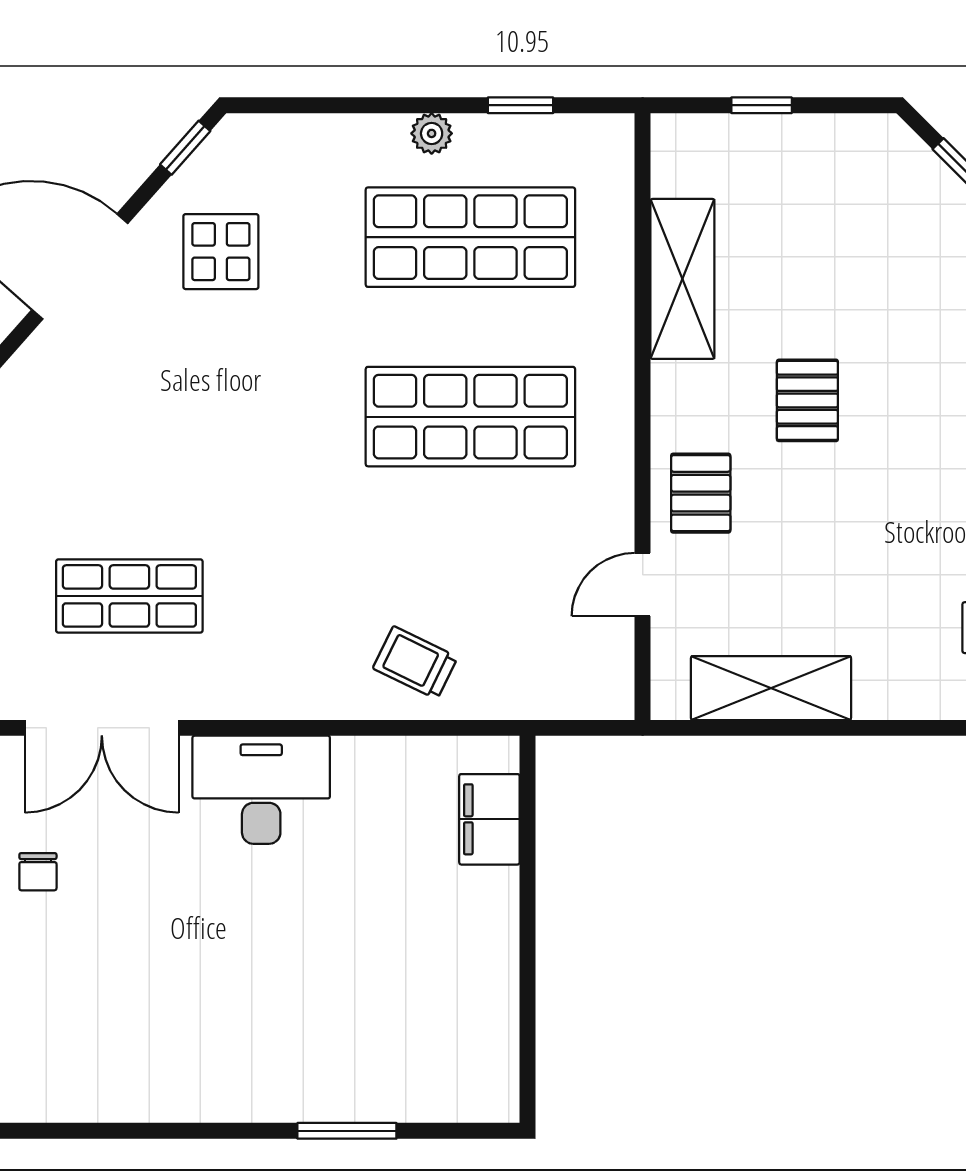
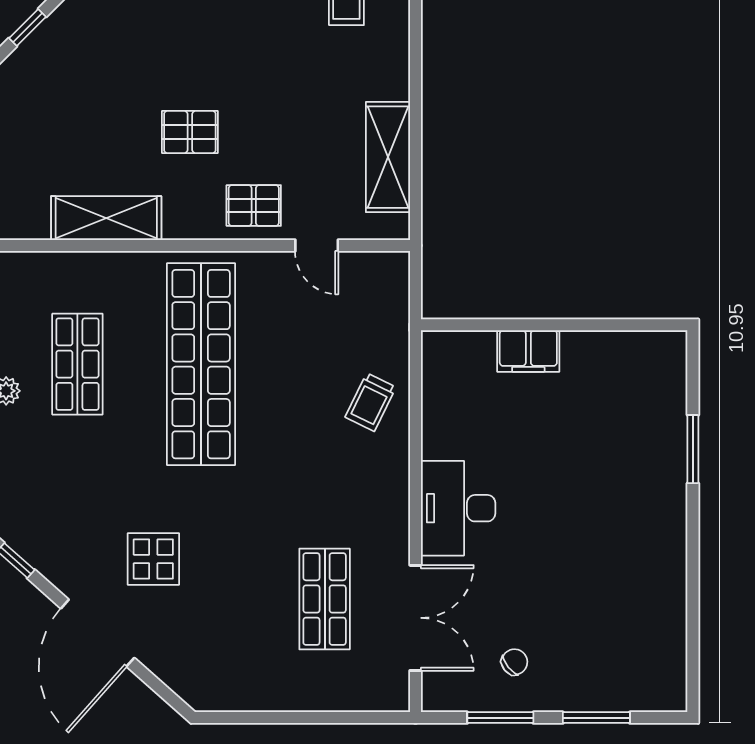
shop shelf: (470, 237) -> (77, 364), width x0.70, depth x0.74
display table: (221, 252) -> (153, 559), moved
shop shelf: (470, 417) -> (201, 364), width x1.40
filing cabinet: (489, 819) -> (528, 351), moved
chair: (38, 872) -> (514, 662), turned -38

